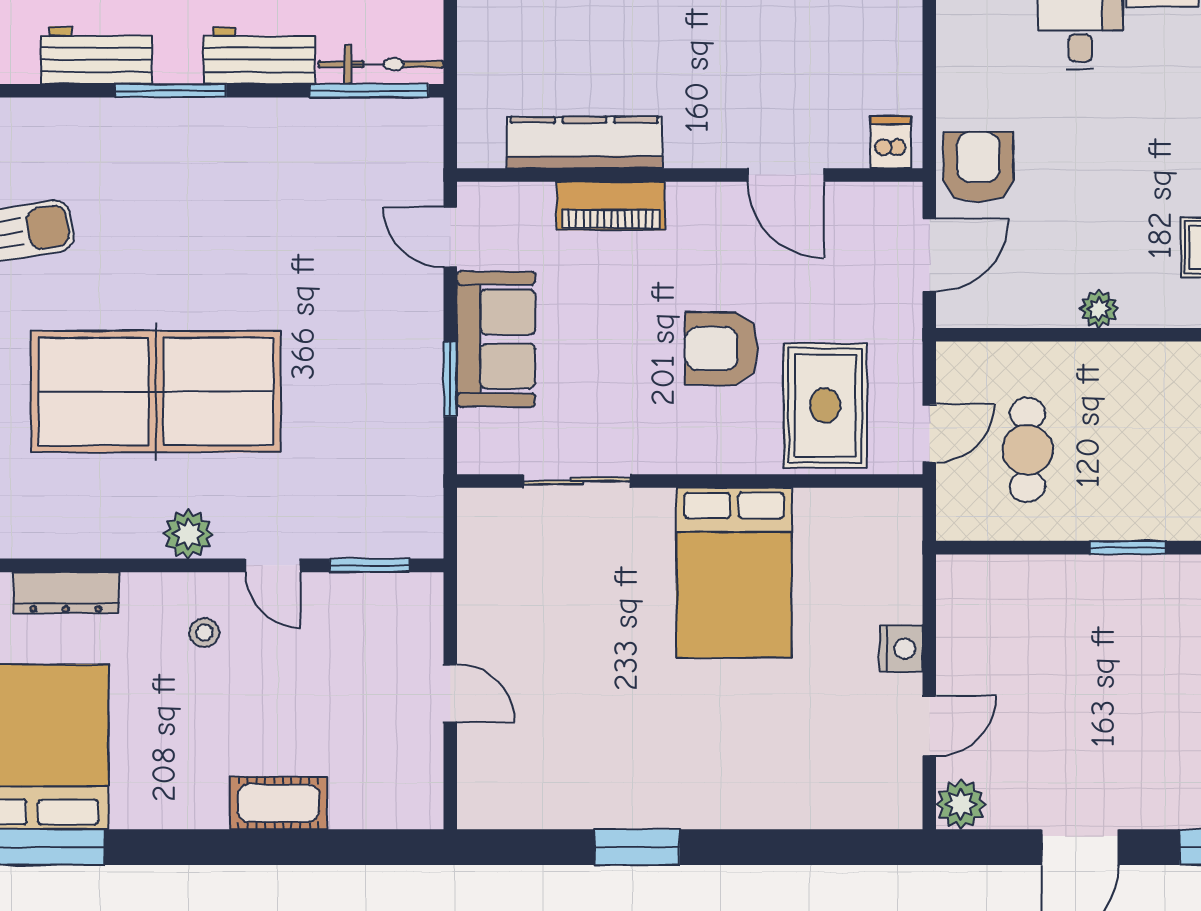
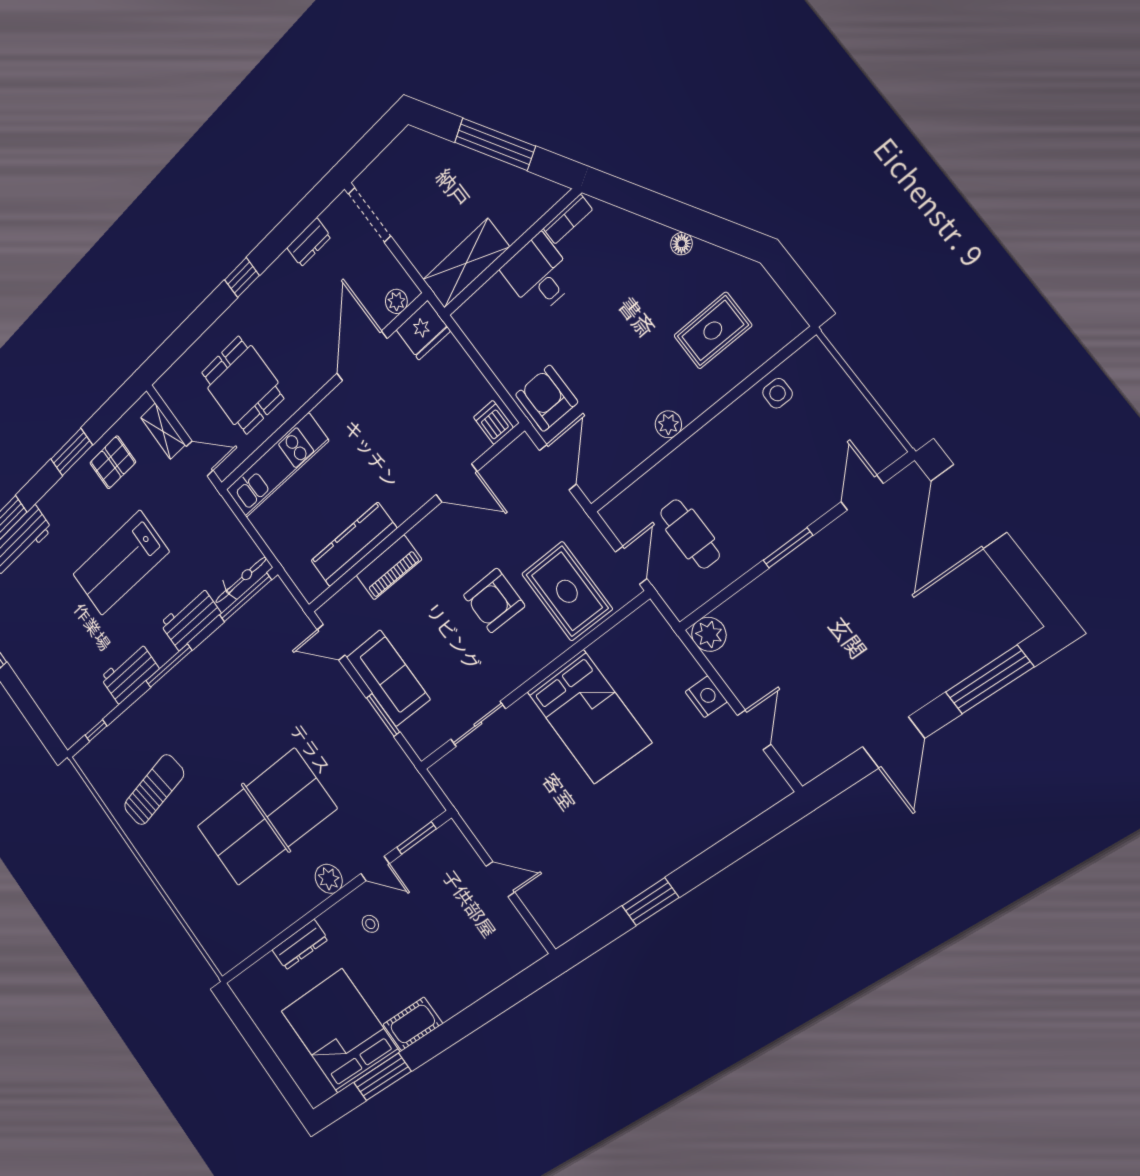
cot: (278, 803) -> (413, 1024), moved
plant: (961, 804) -> (709, 634), moved

